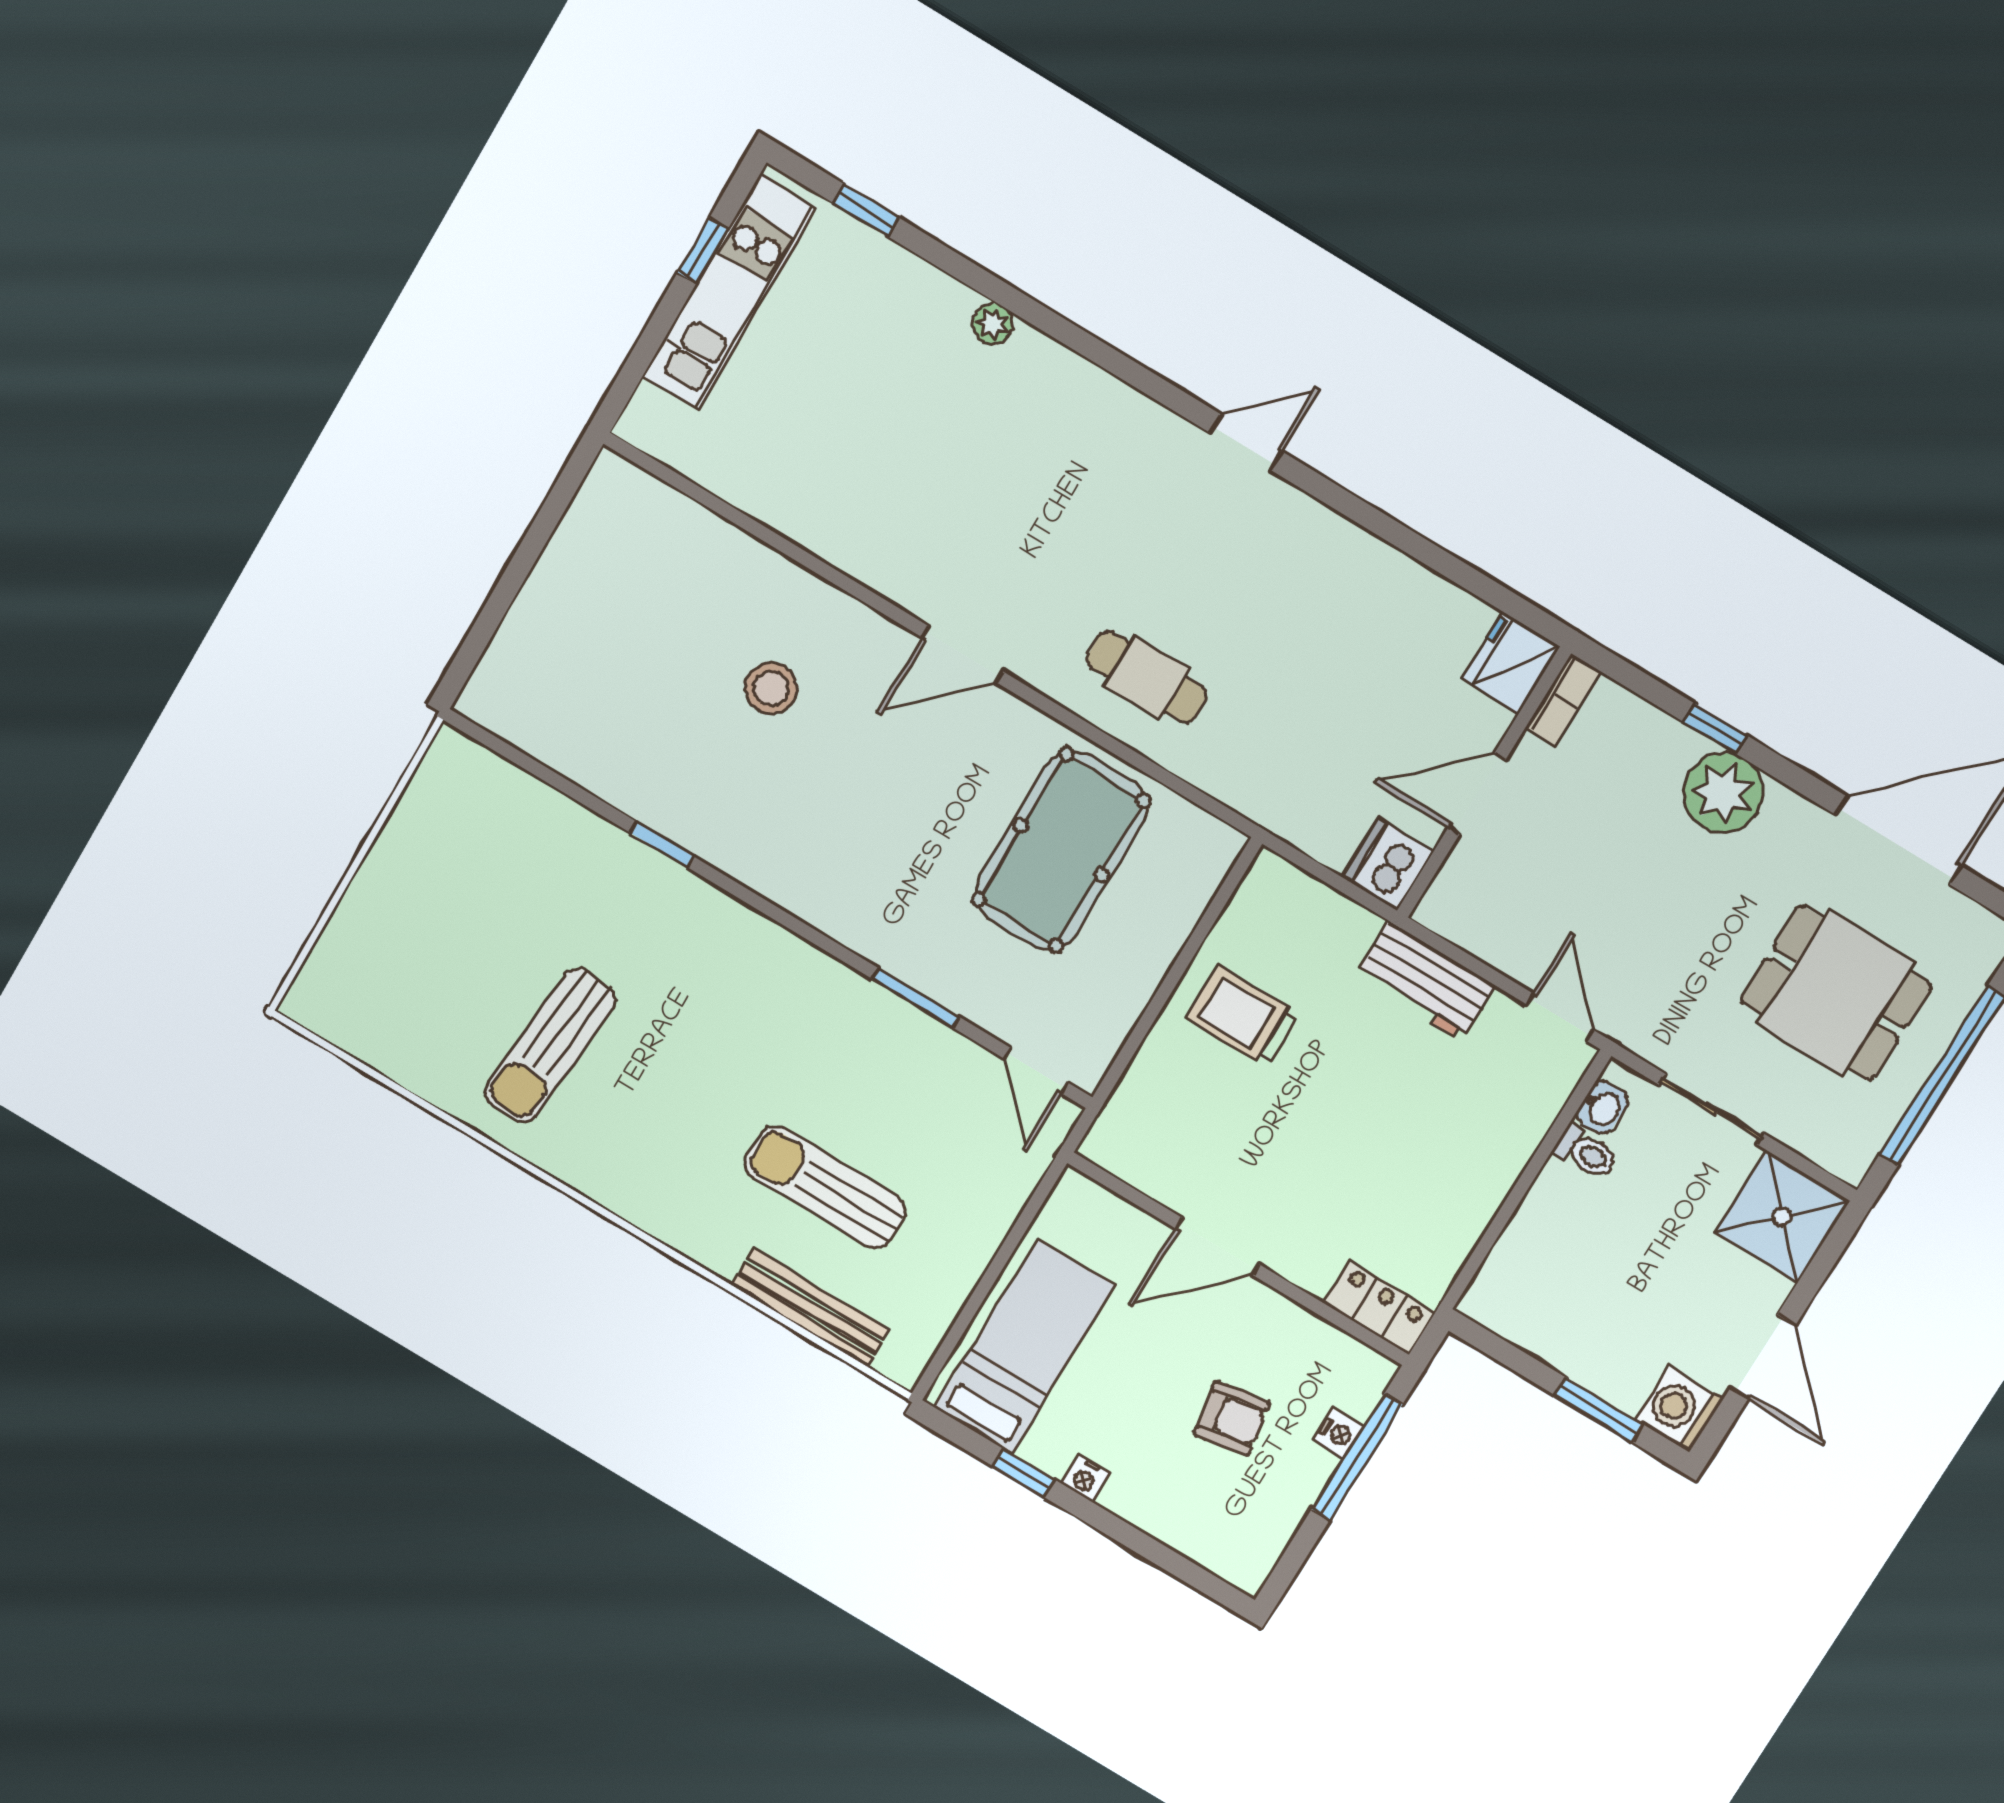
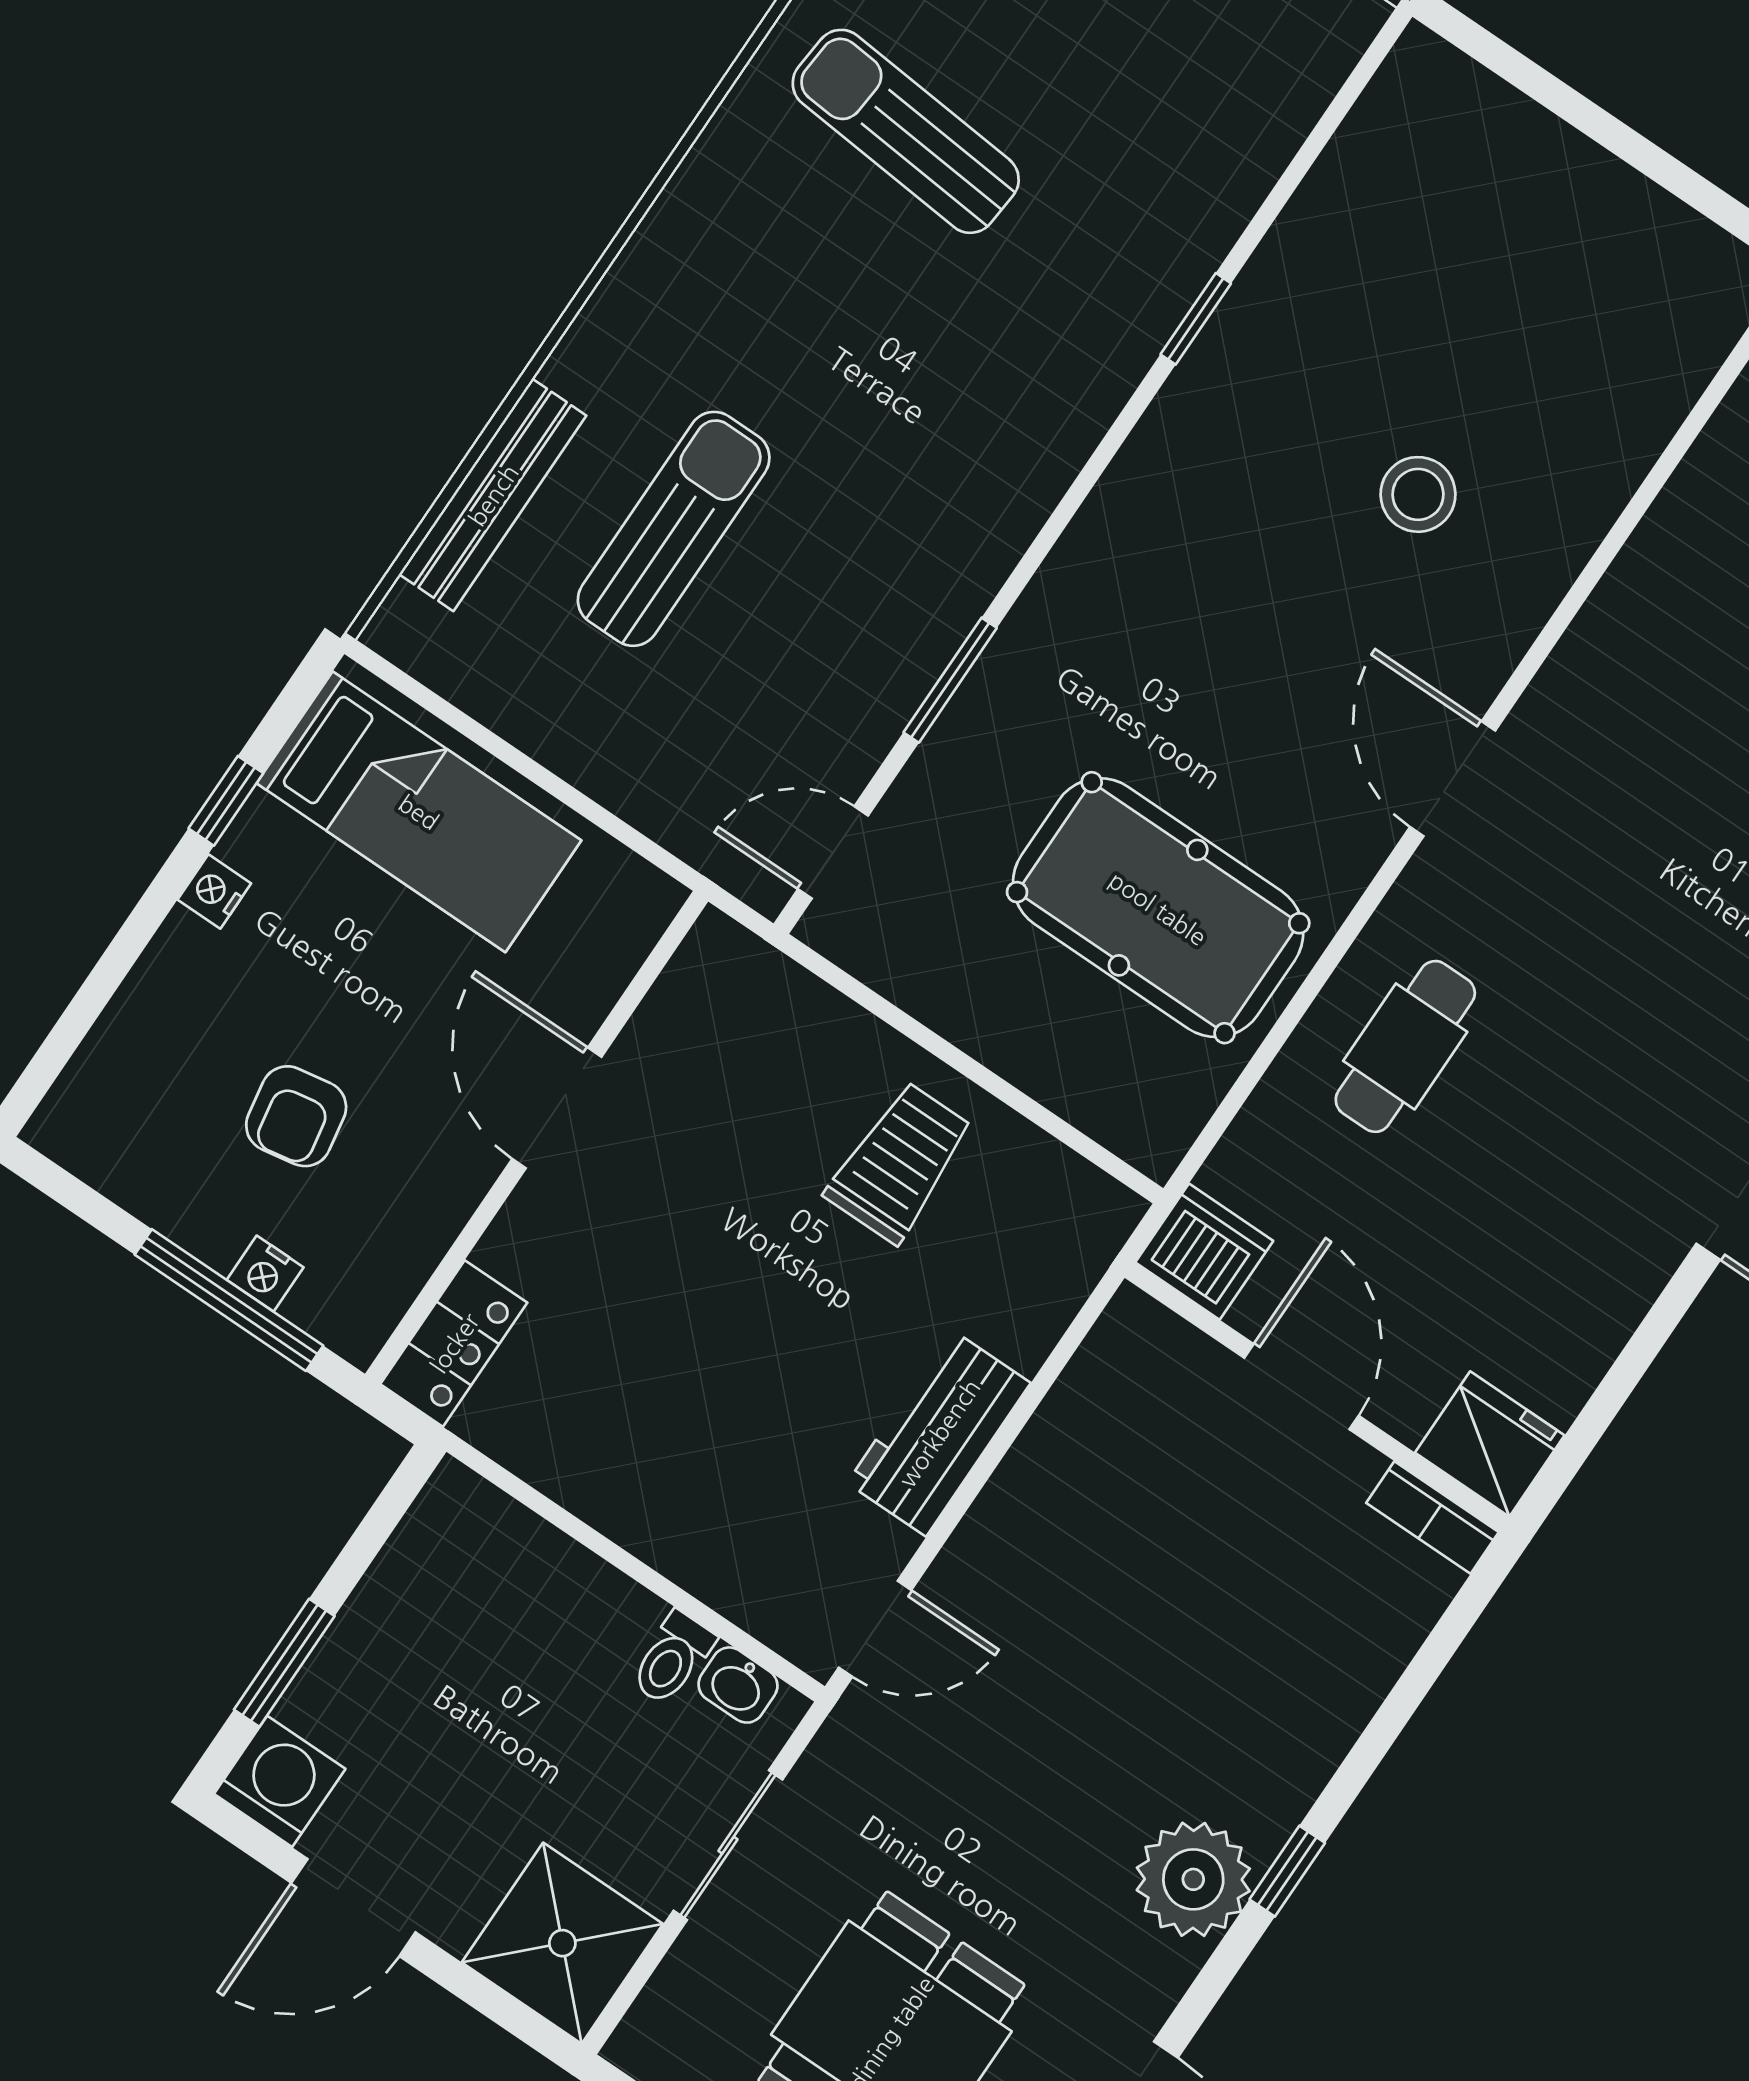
fridge: (1511, 663) -> (1490, 1444), moved
bookcase: (1563, 699) -> (1432, 1517), moved
wall: (1484, 783) -> (1317, 1397), moved
door: (1477, 794) -> (1301, 1387), moved
dishwasher: (1388, 864) -> (1204, 1252), moved

